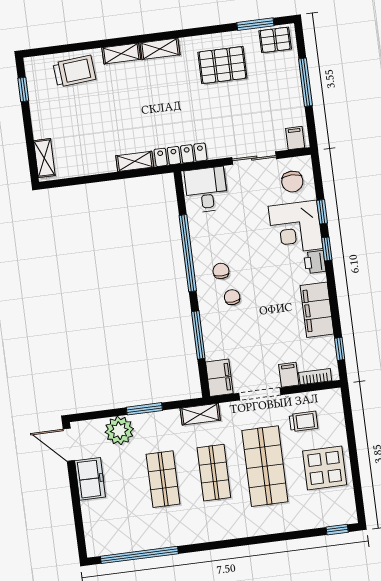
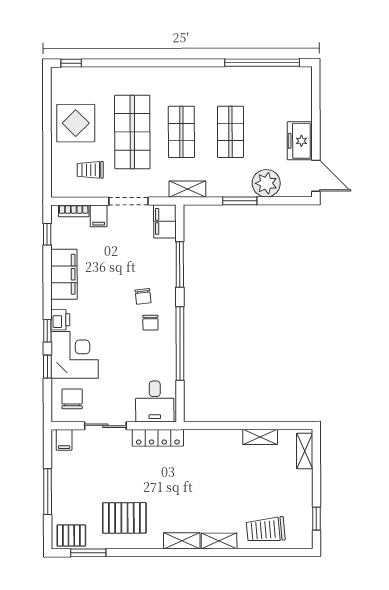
locker: (181, 155) -> (158, 438), moved
shelving: (135, 161) -> (260, 437), moved

